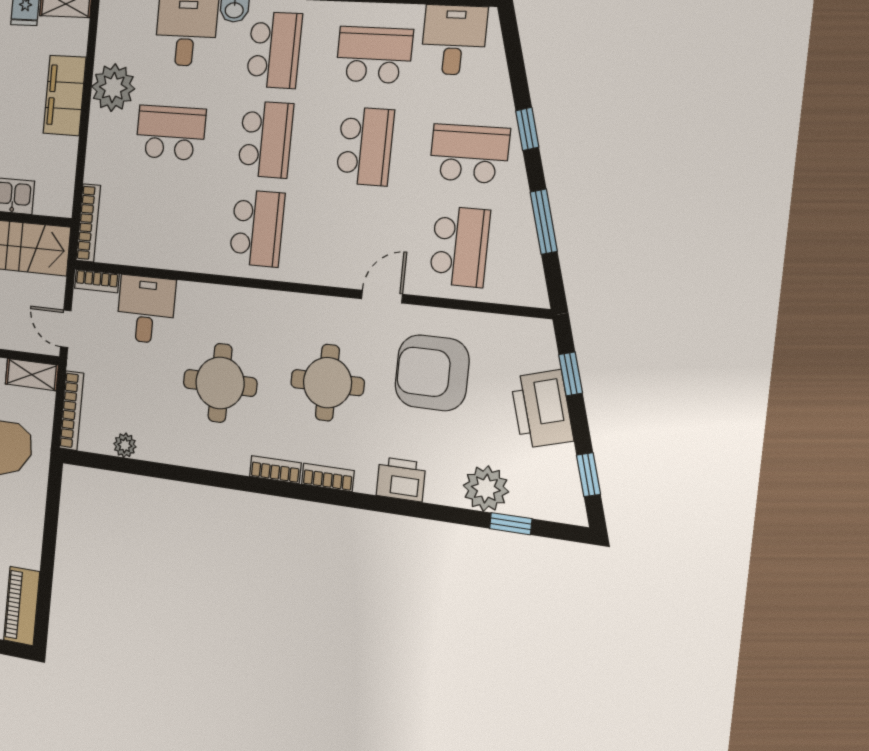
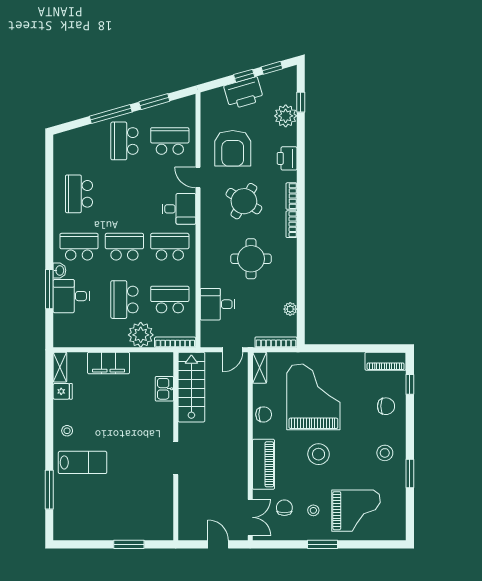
desk: (454, 40) -> (179, 209), moved, turned 180
plant: (113, 88) -> (141, 335), moved
window: (527, 129) -> (111, 114), width x2.17
school desk: (365, 146) -> (170, 300), moved
bookcase: (97, 281) -> (205, 334), removed
window: (571, 374) -> (244, 76), moved
round table: (327, 383) -> (244, 201), turned 31

